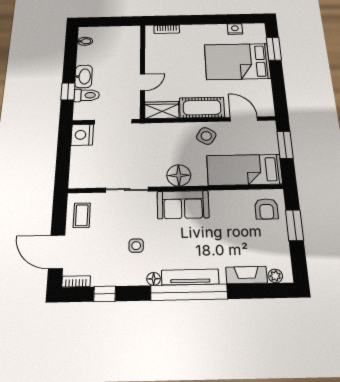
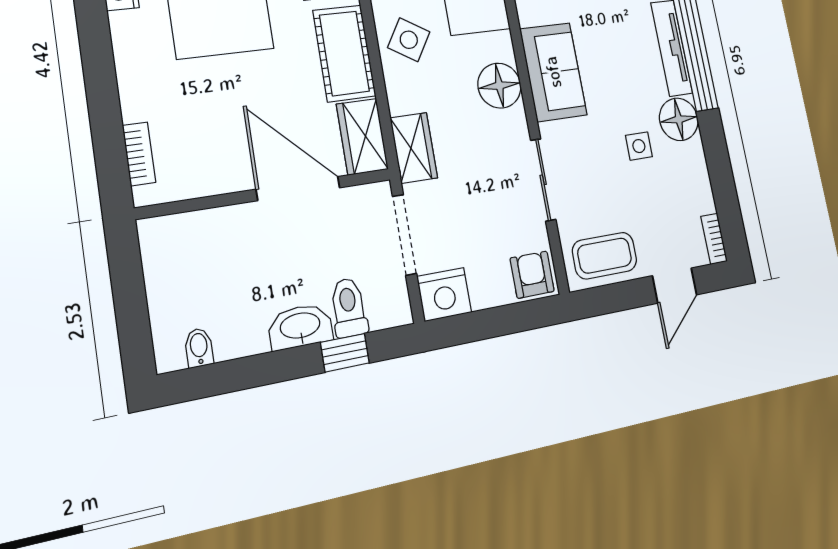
door: (143, 82) -> (298, 188), width x1.88
wardrobe: (153, 131) -> (414, 148), added
armchair: (81, 176) -> (532, 275), added
coffee table: (82, 215) -> (605, 256), width x1.36, depth x1.30
door: (57, 252) -> (675, 285), width x0.73
floor lamp: (154, 279) -> (679, 119), width x1.89, depth x1.89
window: (105, 294) -> (723, 186), removed

